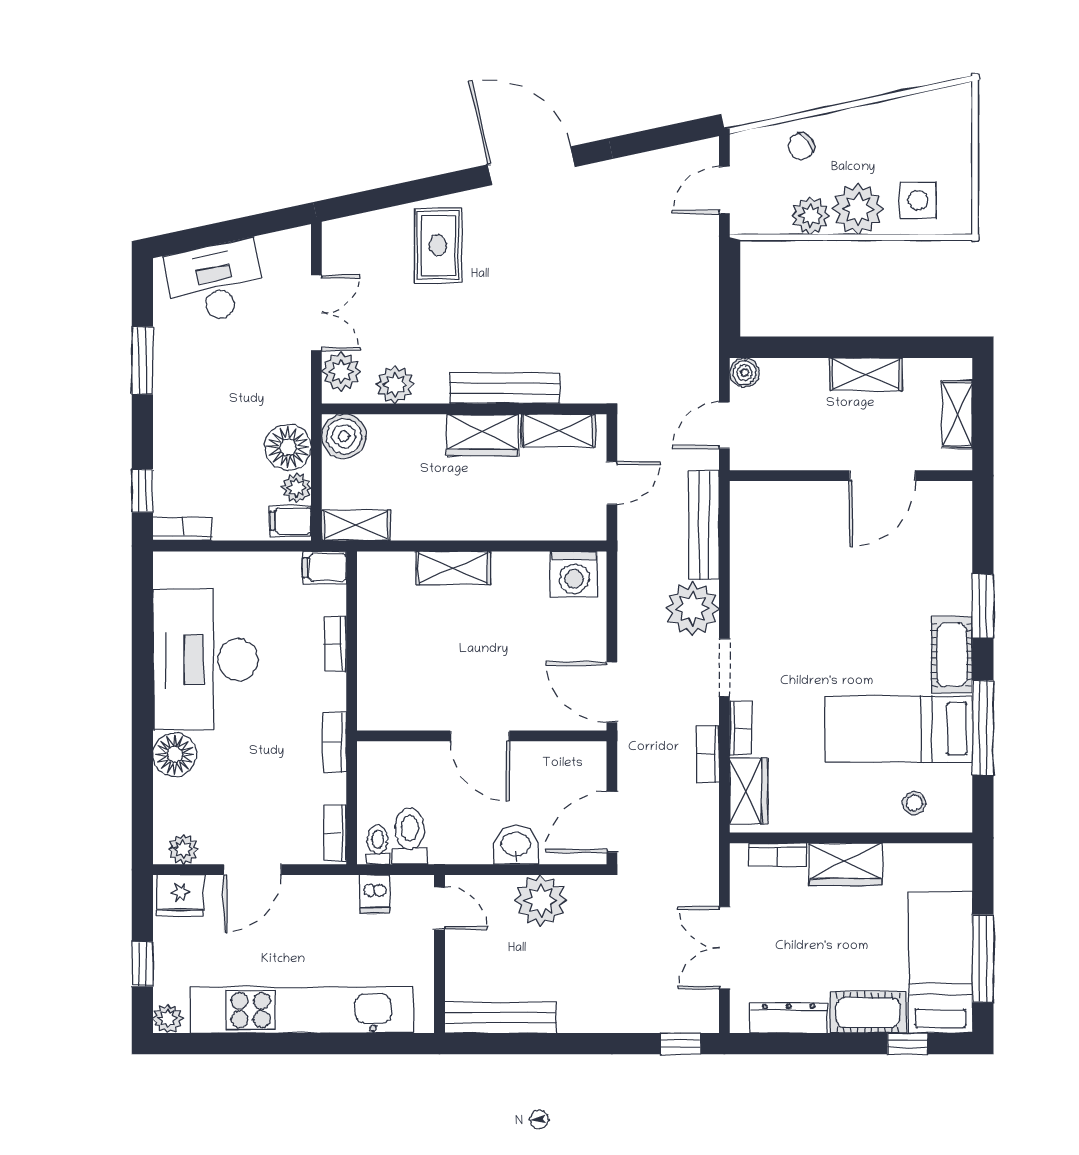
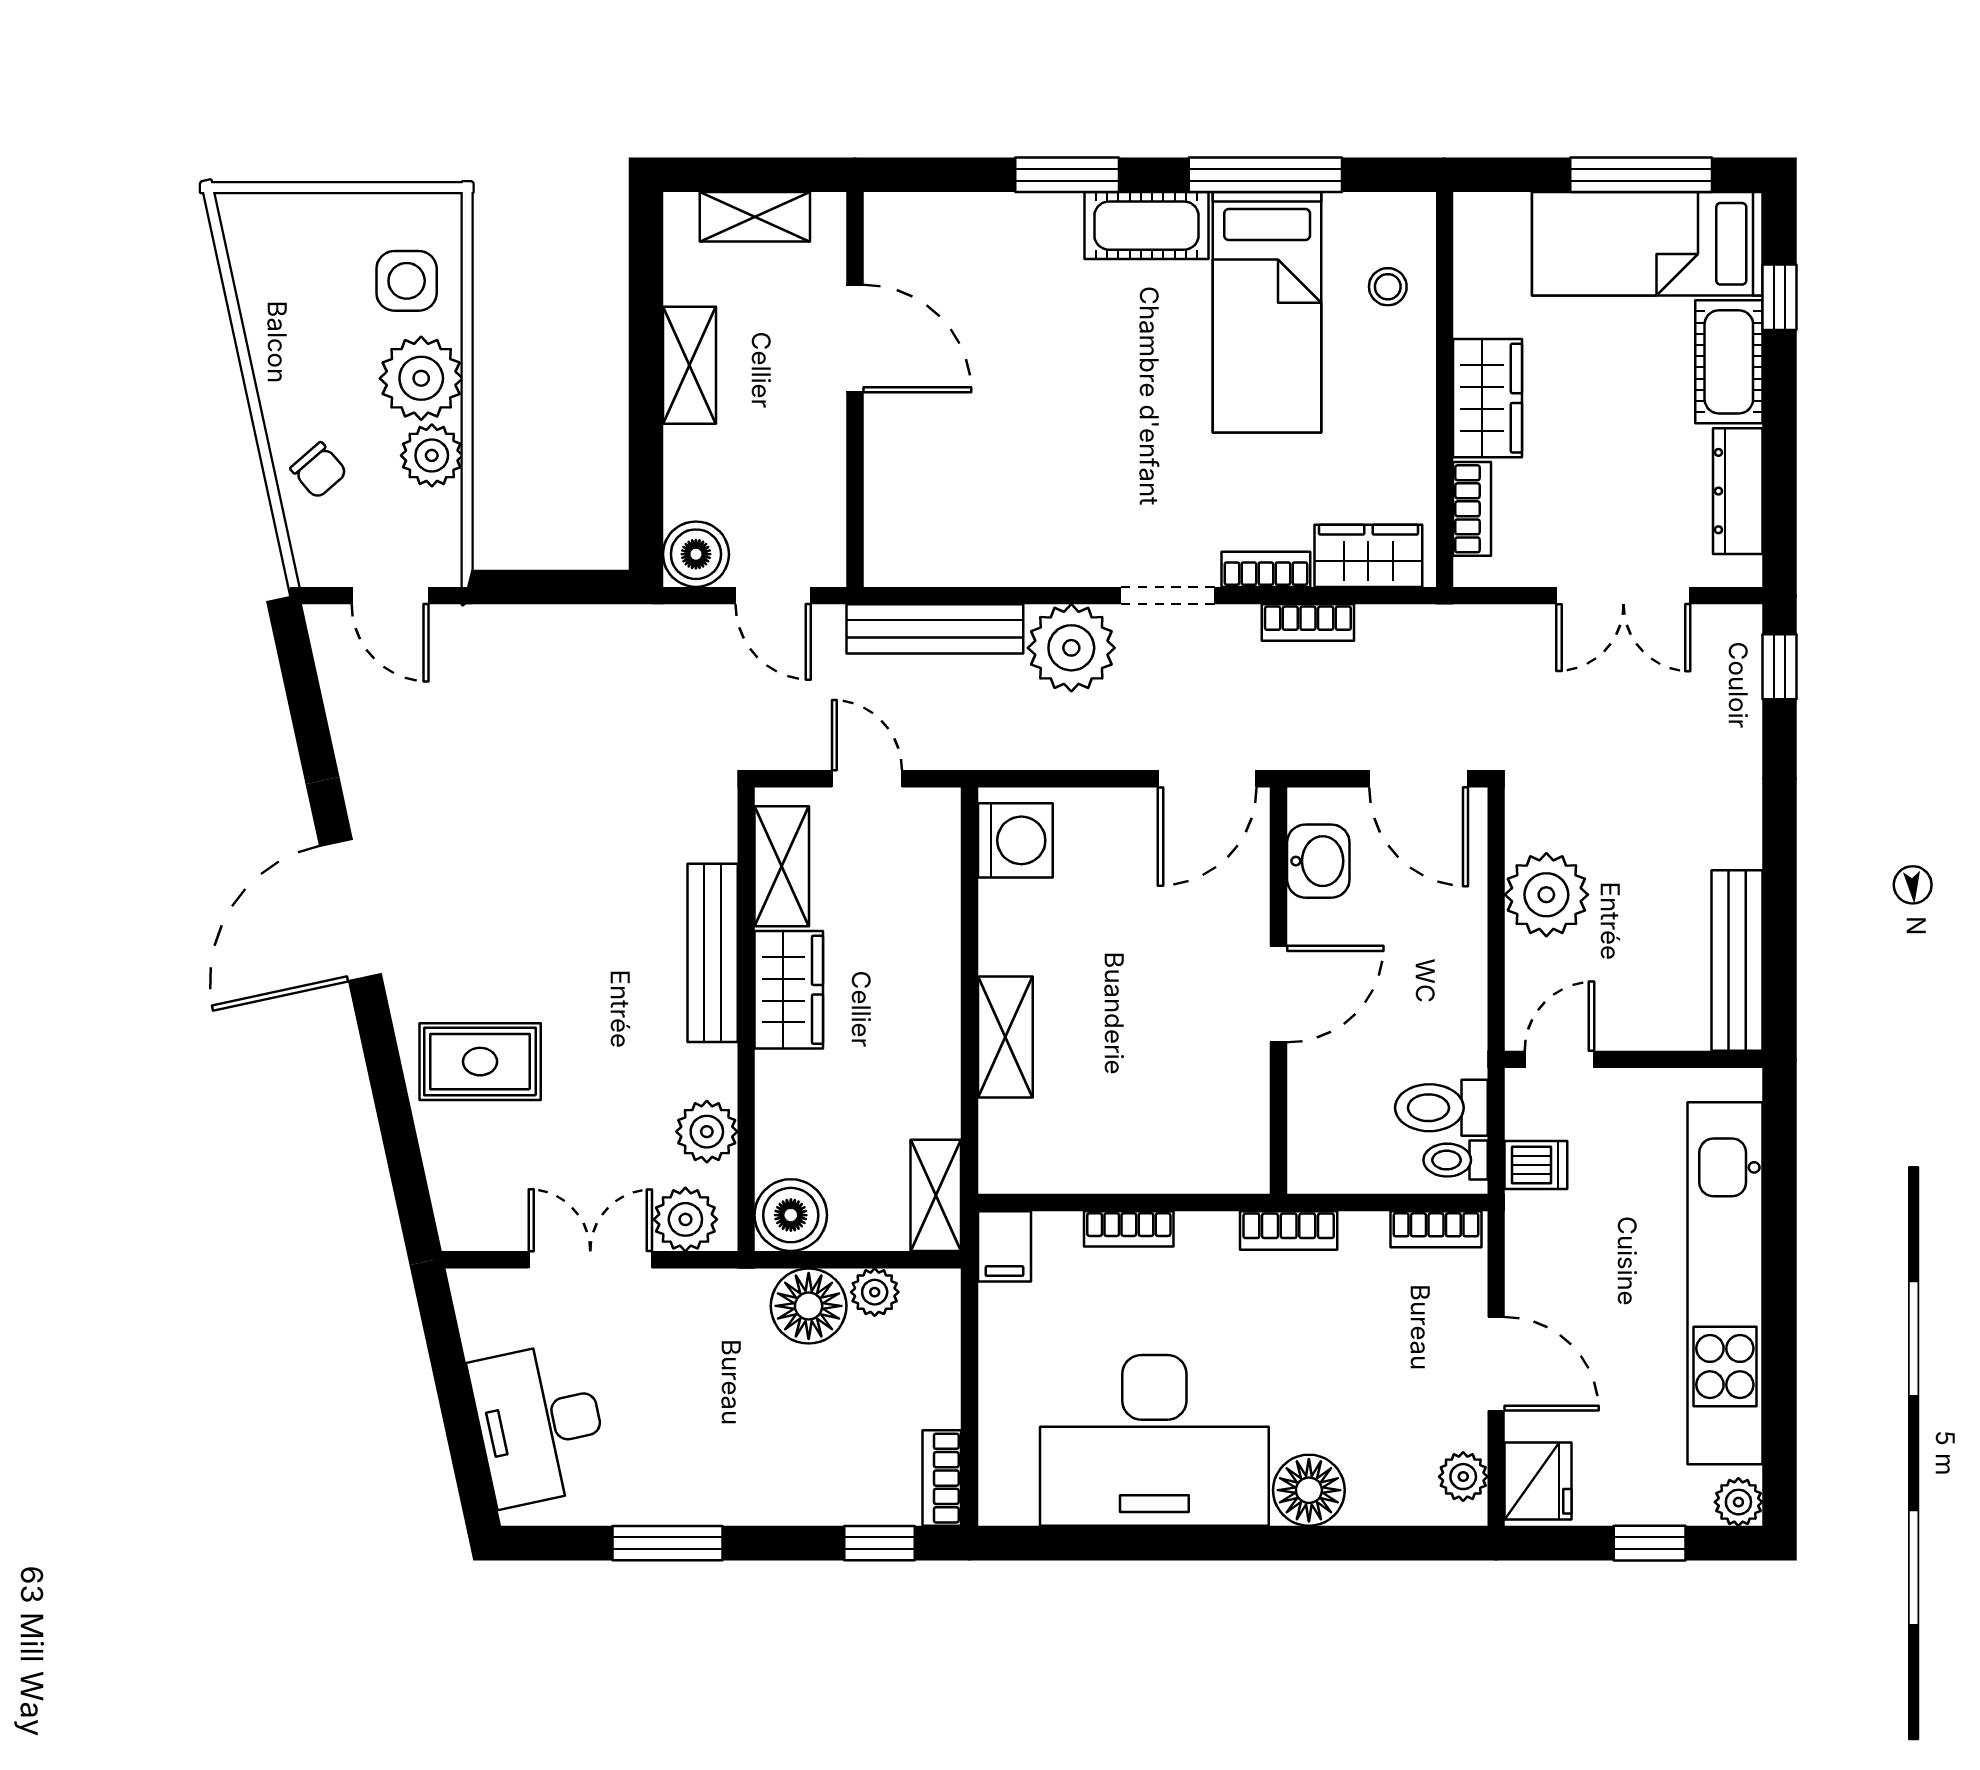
boiler: (744, 373) -> (696, 554), width x1.36, depth x1.36
filing cabinet: (290, 521) -> (928, 1302), removed
washbasin: (516, 845) -> (1318, 861), moved, turned 180

